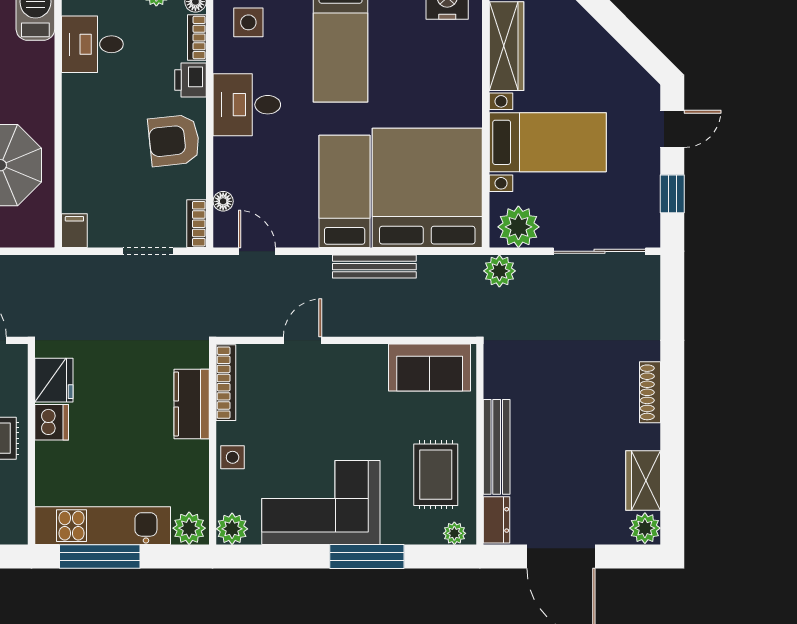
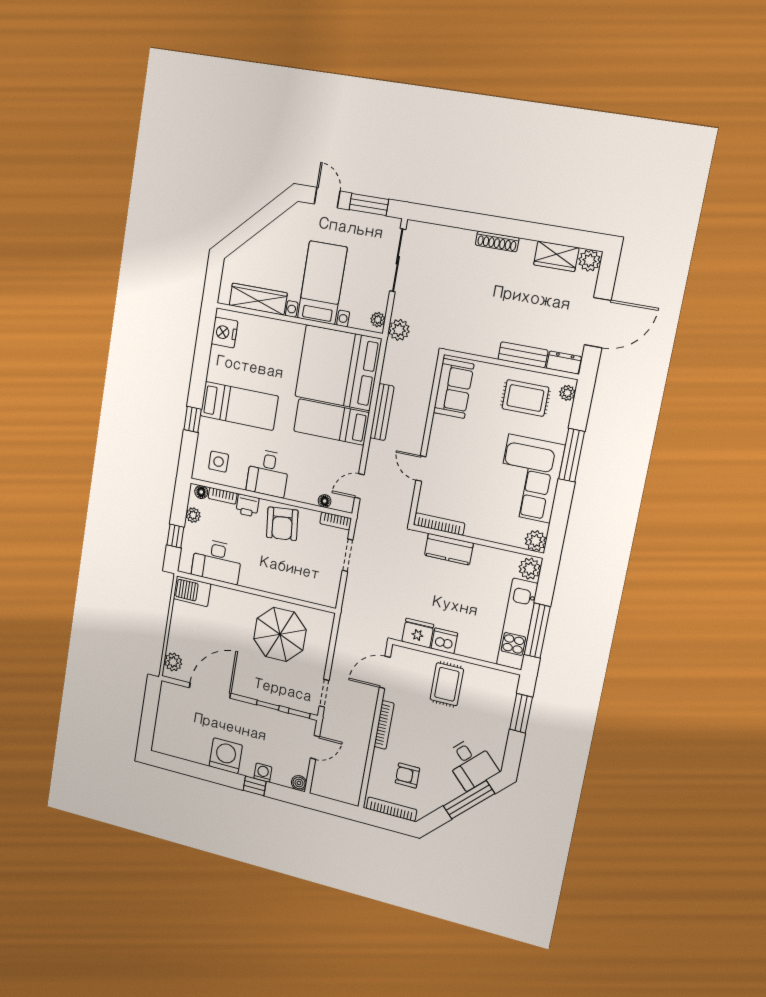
desk: (92, 44) -> (217, 561), width x1.37
window: (672, 194) -> (369, 204), width x1.50
plant: (518, 227) -> (378, 320), width x0.53, depth x0.53
filing cabinet: (74, 231) -> (327, 598), removed
bench: (497, 447) -> (523, 355), width x0.73
side table: (233, 457) -> (488, 530), removed

